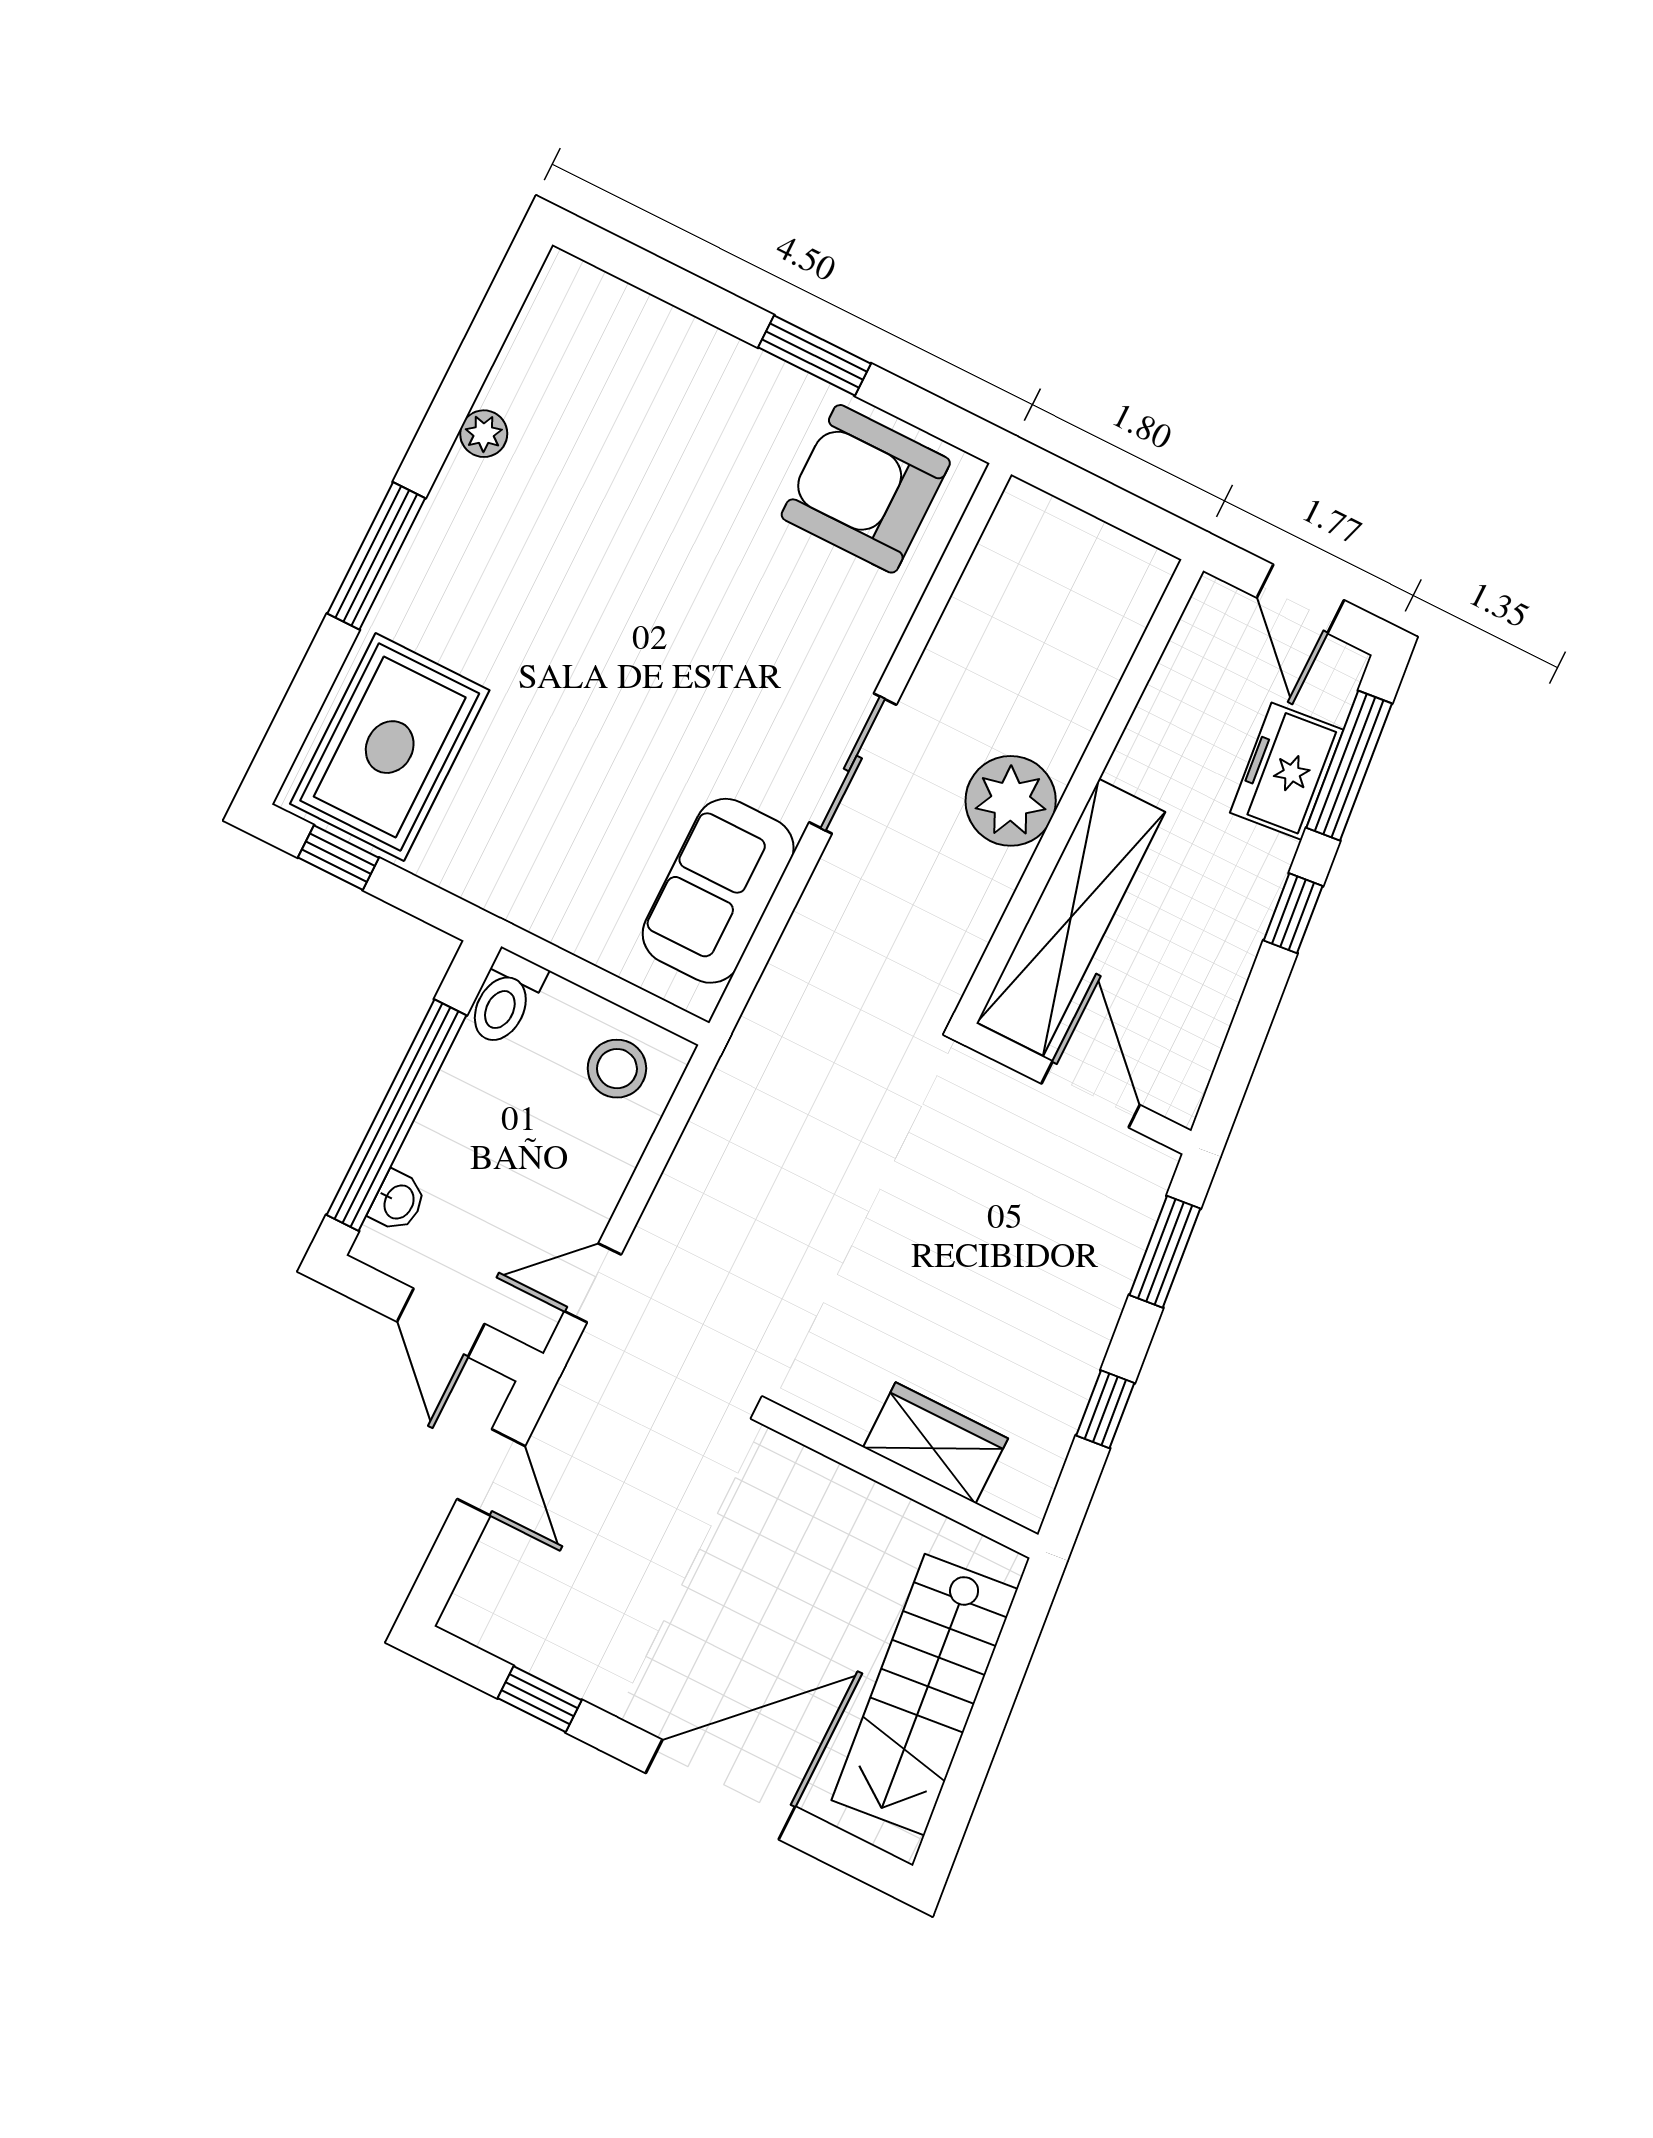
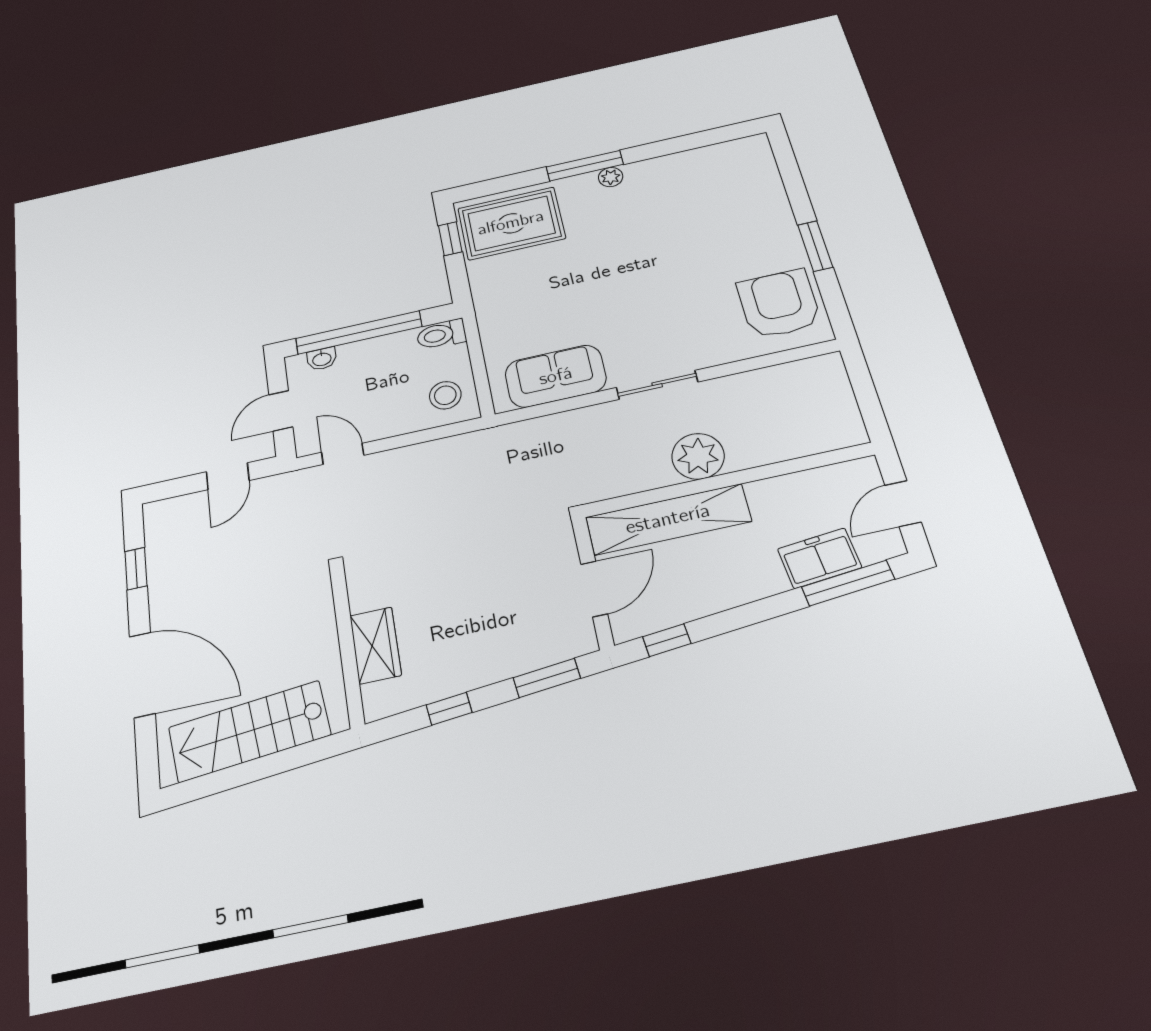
plant: (484, 434) -> (611, 177), moved
window: (1293, 913) -> (667, 640), moved

